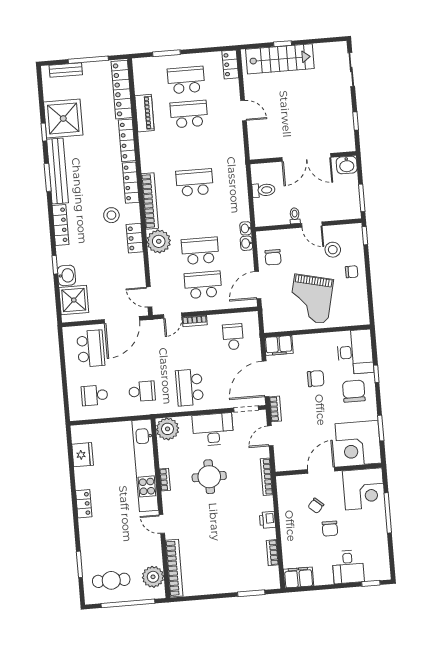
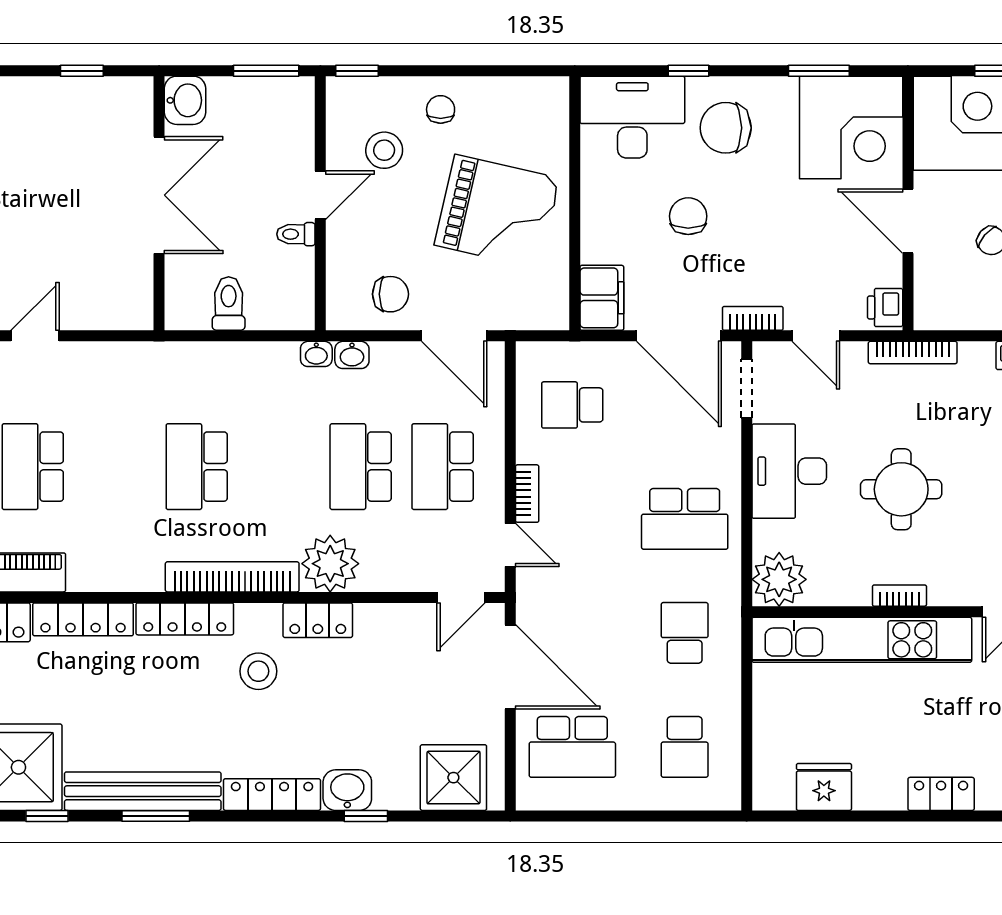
washbasin: (67, 275) -> (347, 790), moved
school desk: (91, 348) -> (572, 747), turned 180
printer: (284, 464) -> (885, 308), added

